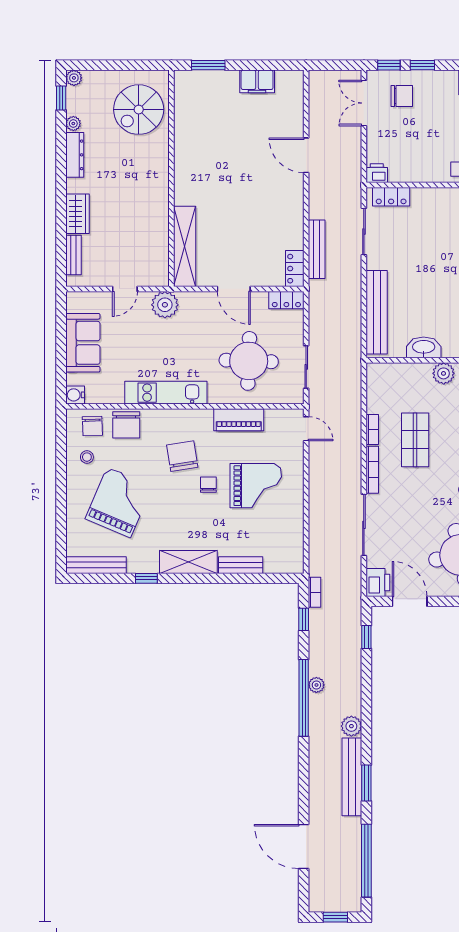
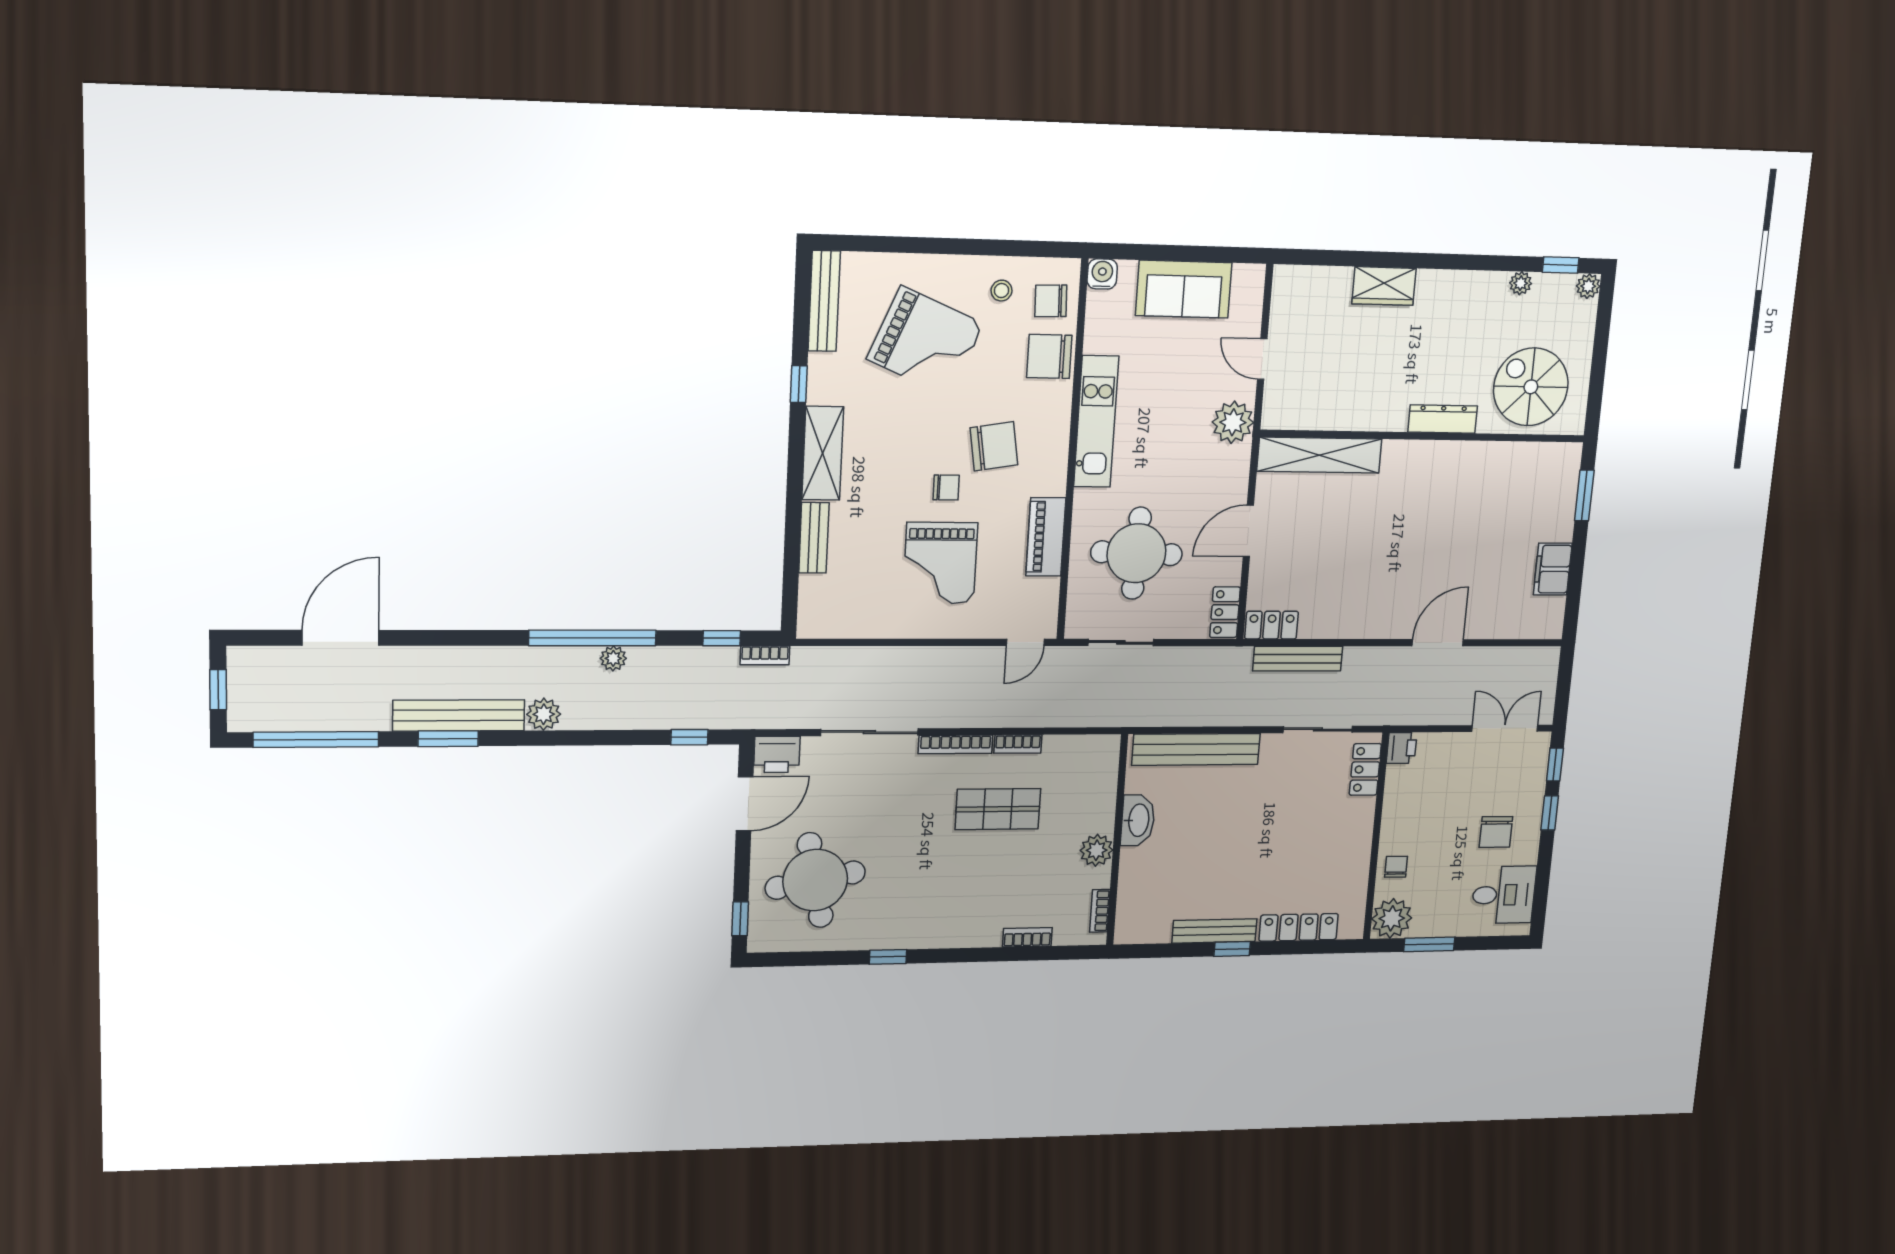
chair: (402, 96) -> (1496, 832), moved
dresser: (75, 155) -> (1443, 419), moved, turned 180
bench: (74, 255) -> (1321, 278), removed

